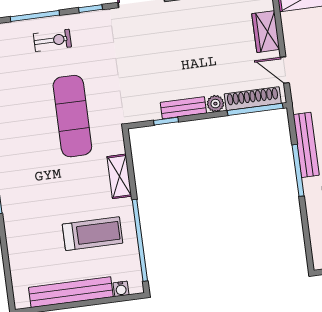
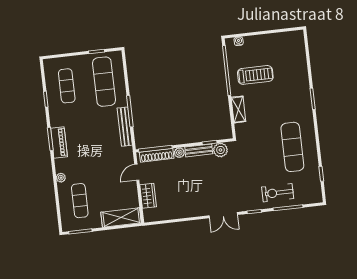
exercise bike: (52, 40) -> (278, 193), width x1.38, depth x1.39
door: (285, 70) -> (137, 172), swing flipped
plant: (148, 109) -> (220, 150), added
exercise mat: (72, 116) -> (292, 147), moved
treadmill: (93, 234) -> (255, 75), turned 180
bench: (71, 292) -> (269, 40), removed

